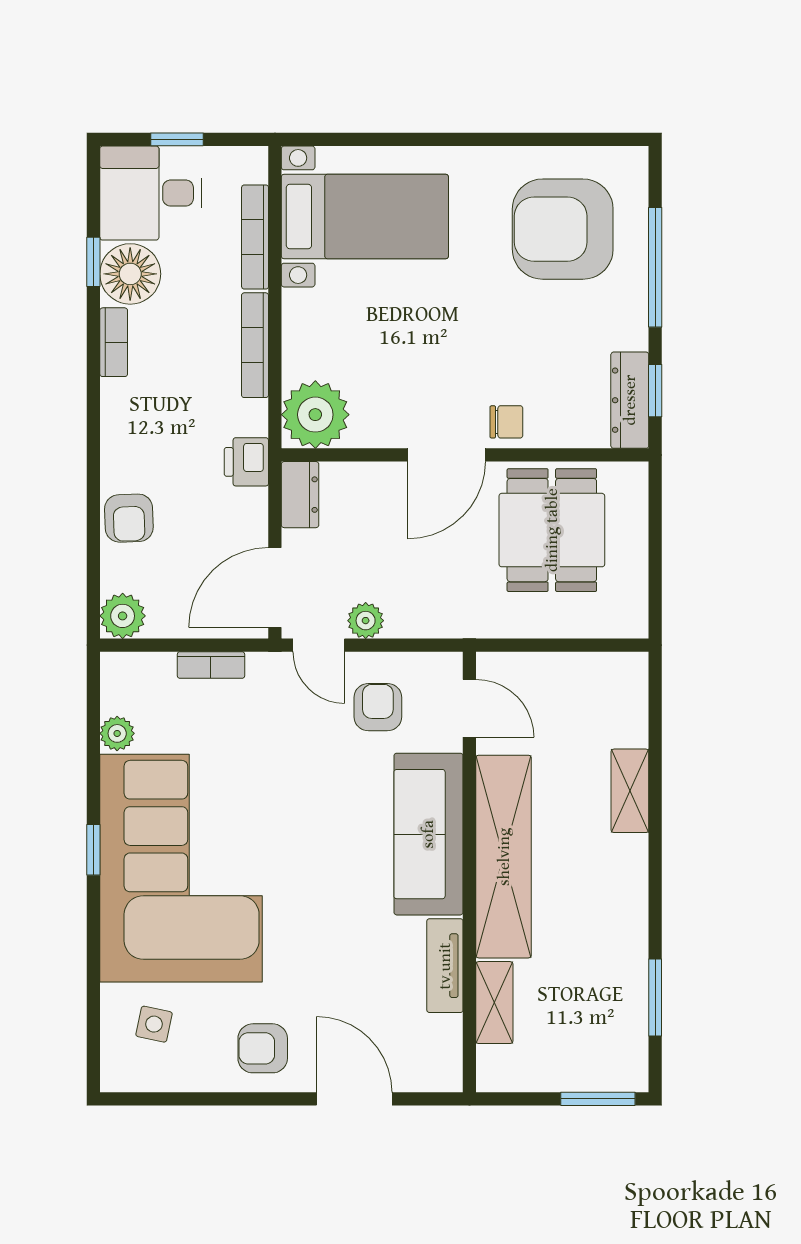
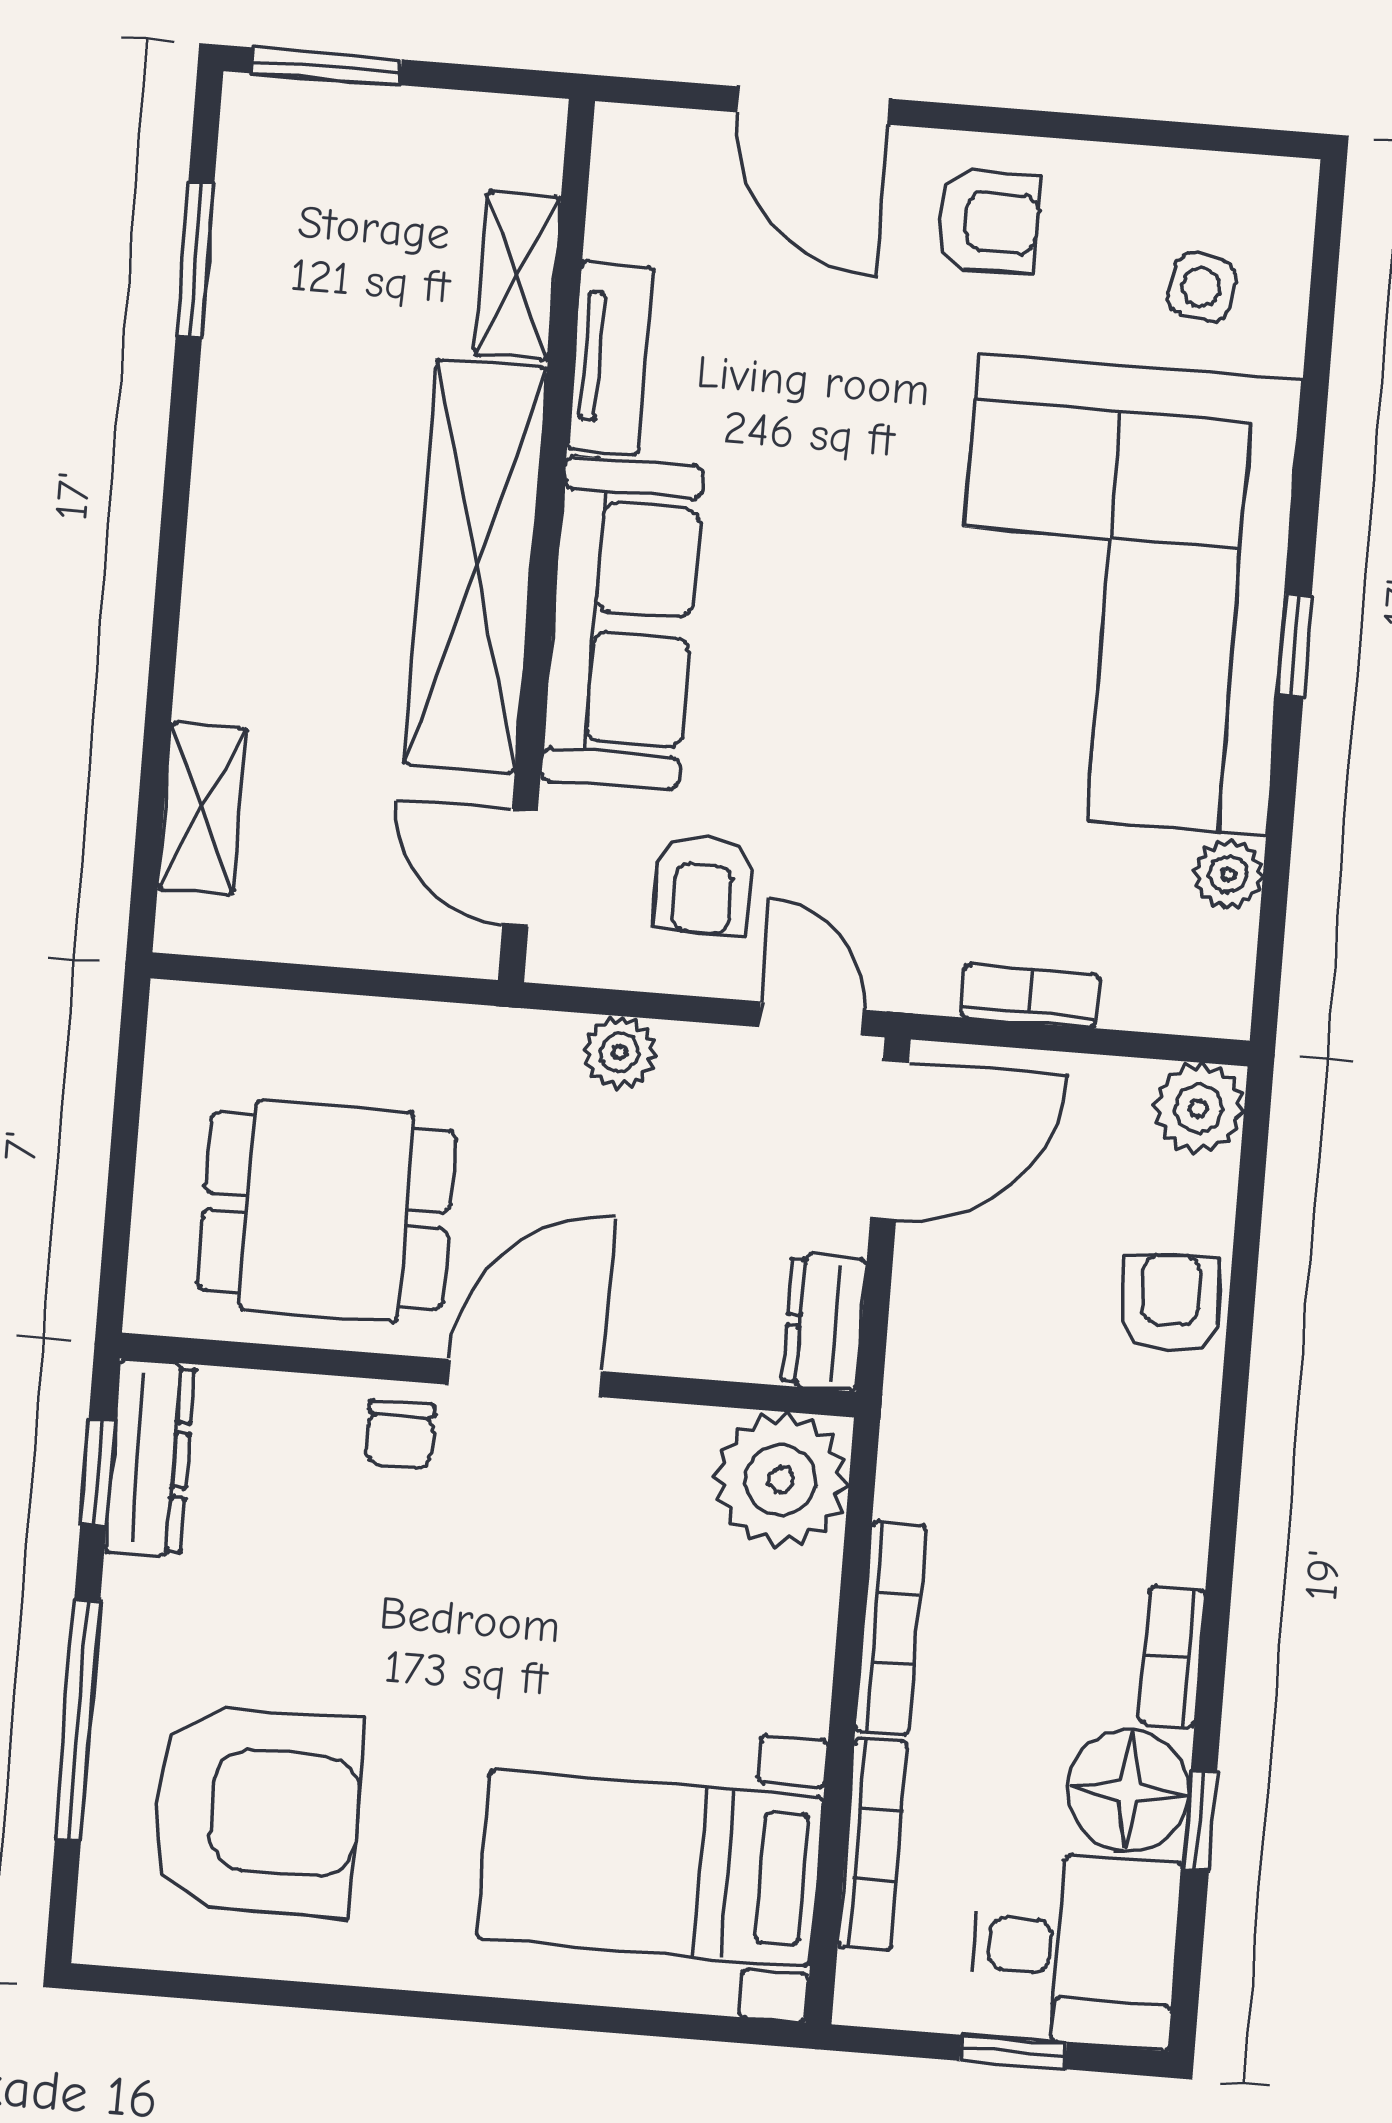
chair: (506, 422) -> (400, 1434), turned -90
printer: (246, 462) -> (926, 1396), removed
dining table: (552, 530) -> (327, 1211), turned 90
plant: (366, 621) -> (620, 1052), moved
shelving: (630, 791) -> (202, 809), moved

